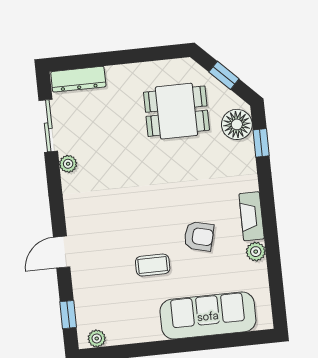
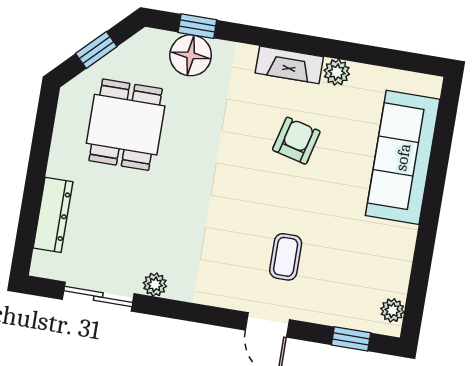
dresser: (78, 79) -> (53, 215), moved
floor lamp: (237, 124) -> (191, 55), moved
coffee table: (153, 265) -> (286, 257), moved

